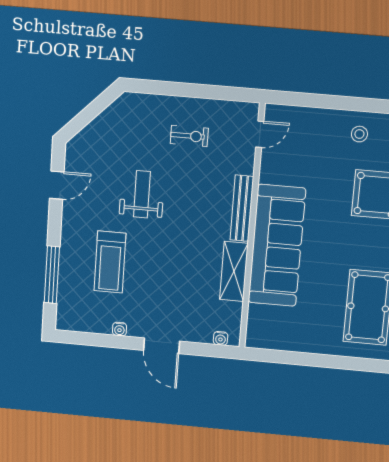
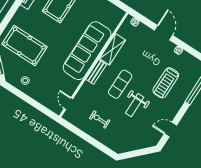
door: (260, 134) -> (68, 104), hinge flipped
bench: (242, 208) -> (96, 72), width x0.73
exercise mat: (187, 218) -> (120, 84), added
treadmill: (110, 262) -> (166, 83), turned 180

